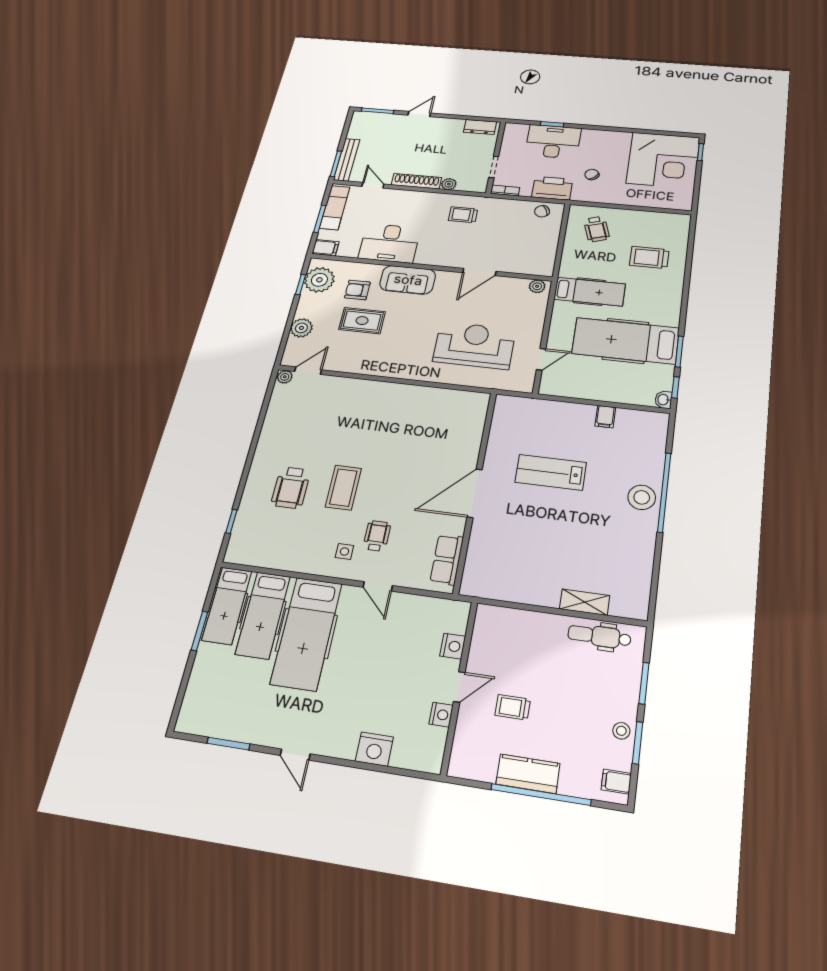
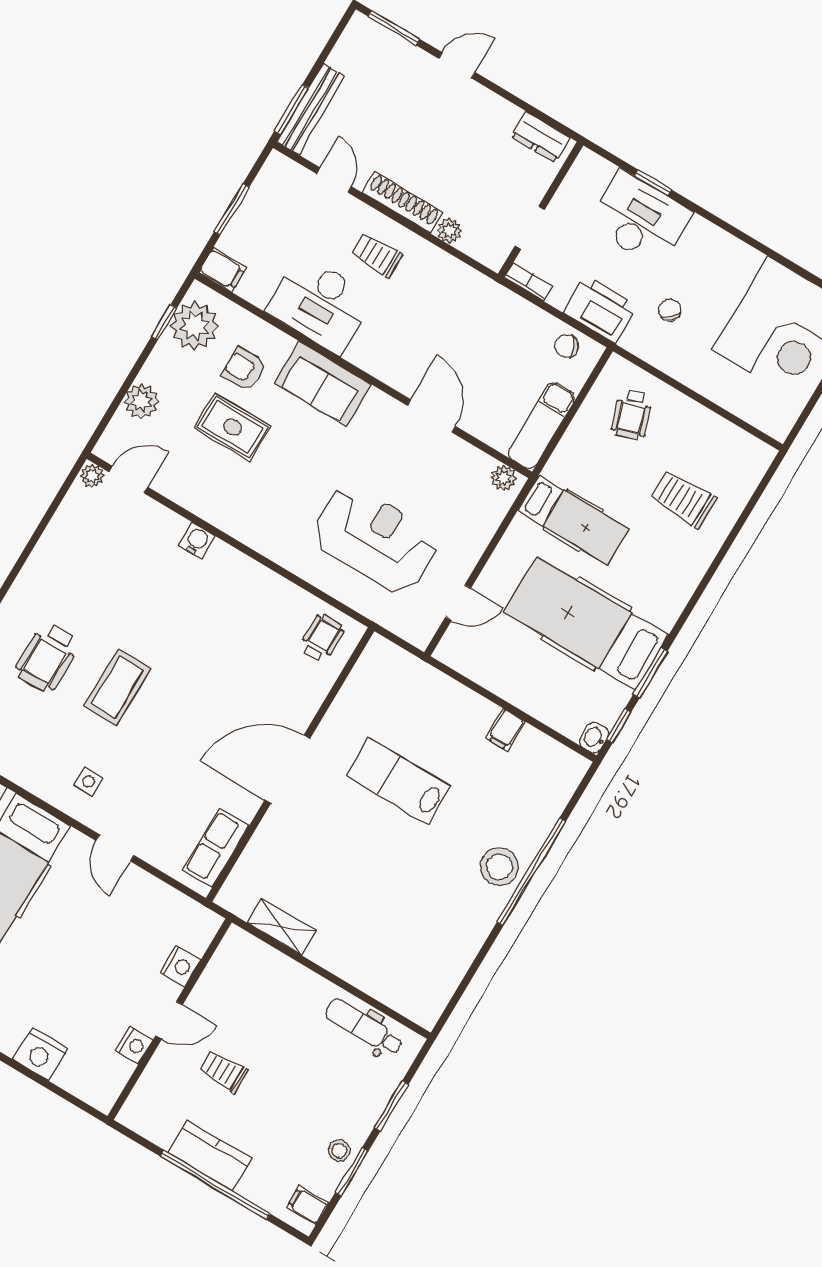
exam couch: (335, 208) -> (542, 426), moved, turned 180
trolley: (463, 215) -> (377, 255), moved
door: (479, 272) -> (431, 416), swing flipped
water cooler: (363, 387) -> (197, 541), added
wheelchair: (377, 536) -> (322, 638), moved
shelving: (585, 602) -> (281, 927), moved

